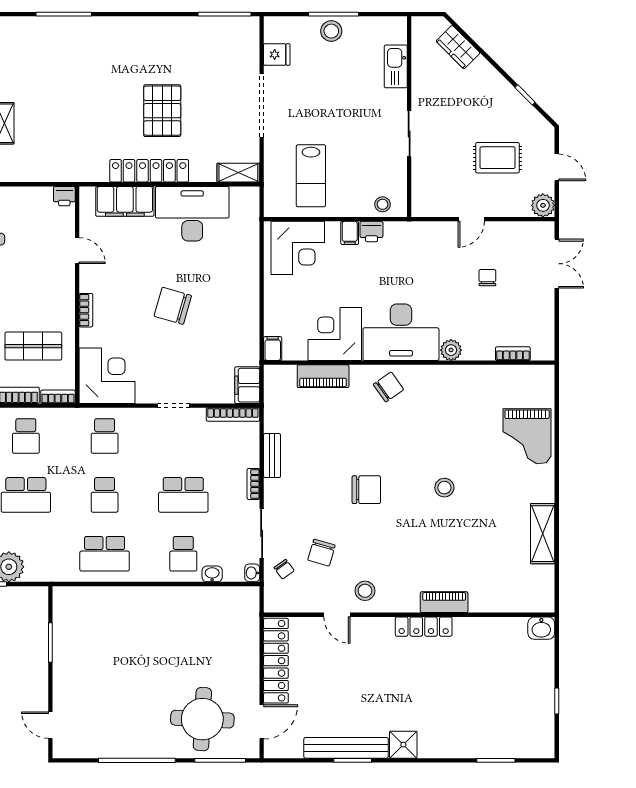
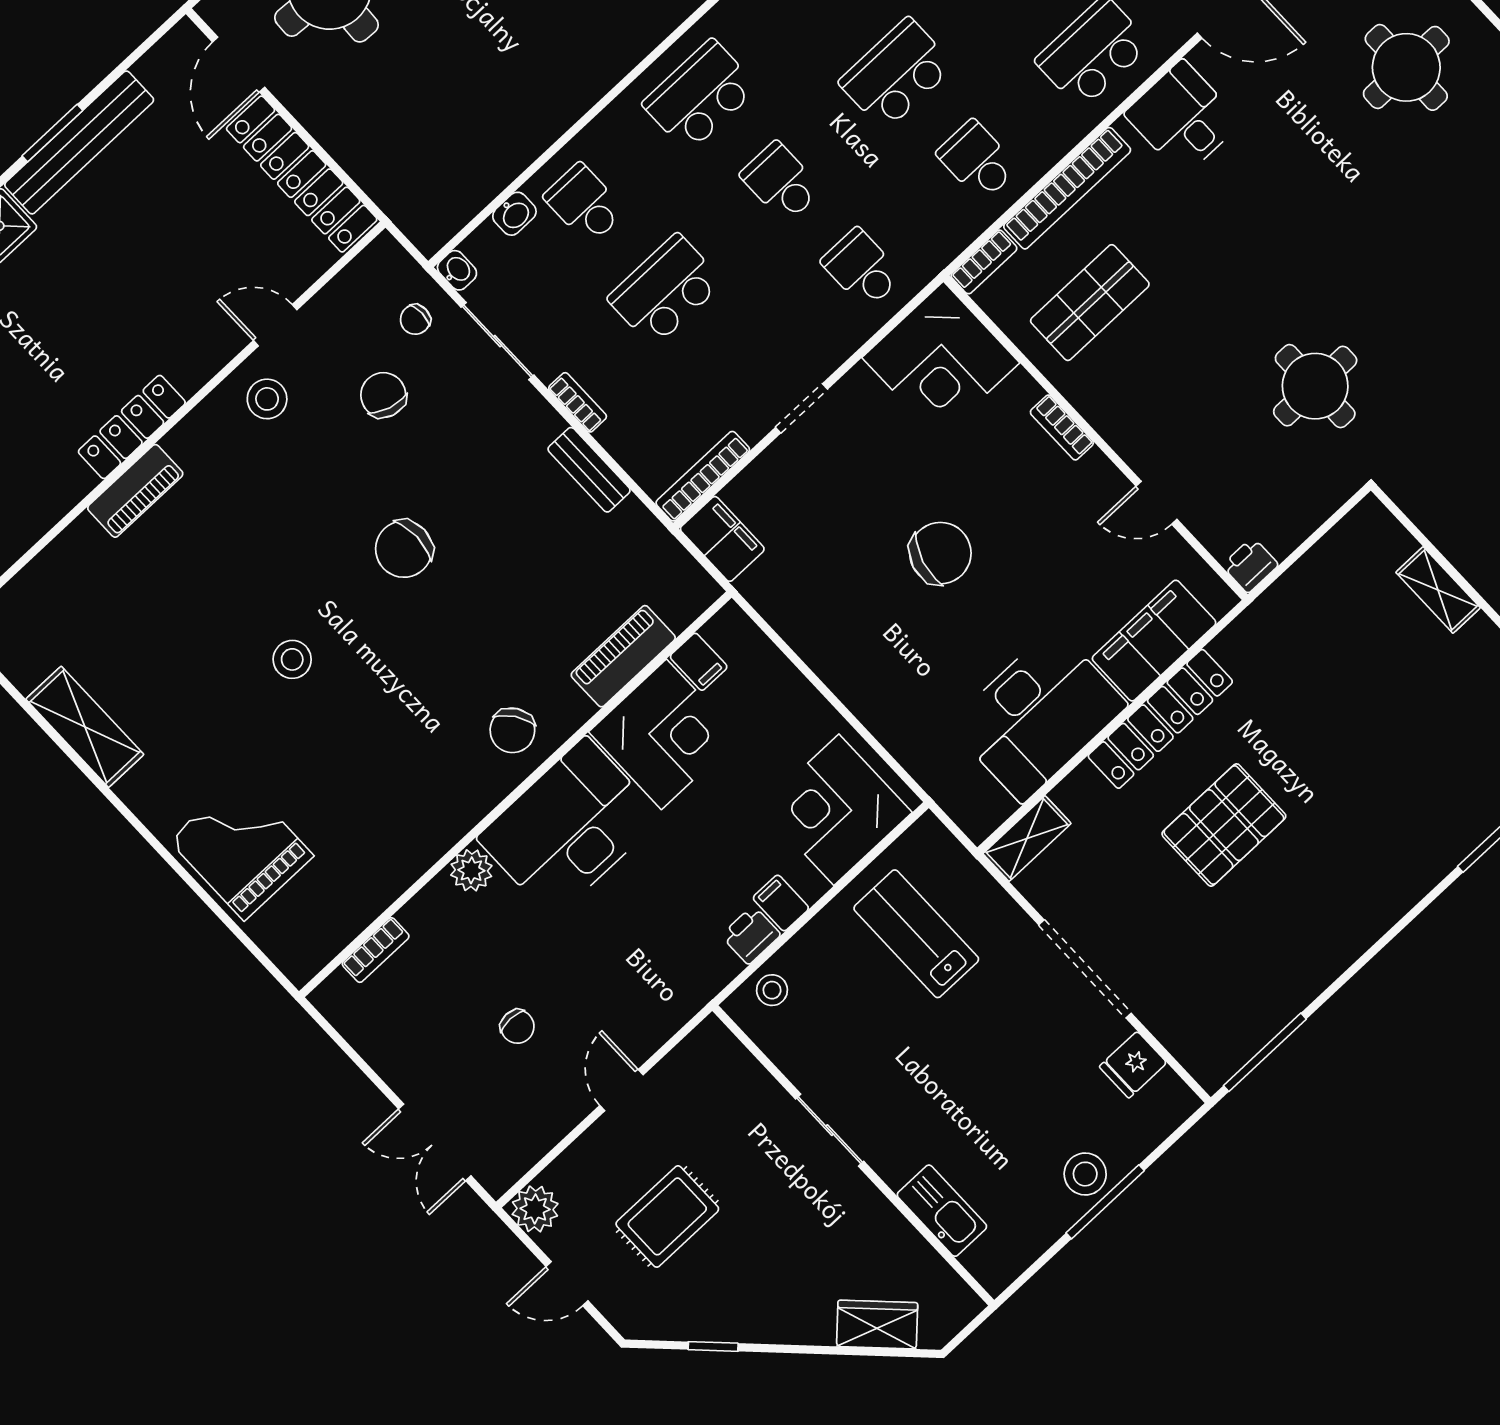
pallet: (162, 111) -> (1224, 825), turned 90
filing cabinet: (273, 349) -> (699, 662), moved
chair: (284, 569) -> (415, 320), turned -54

